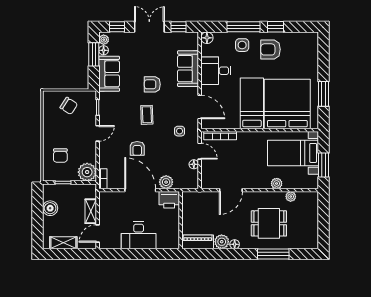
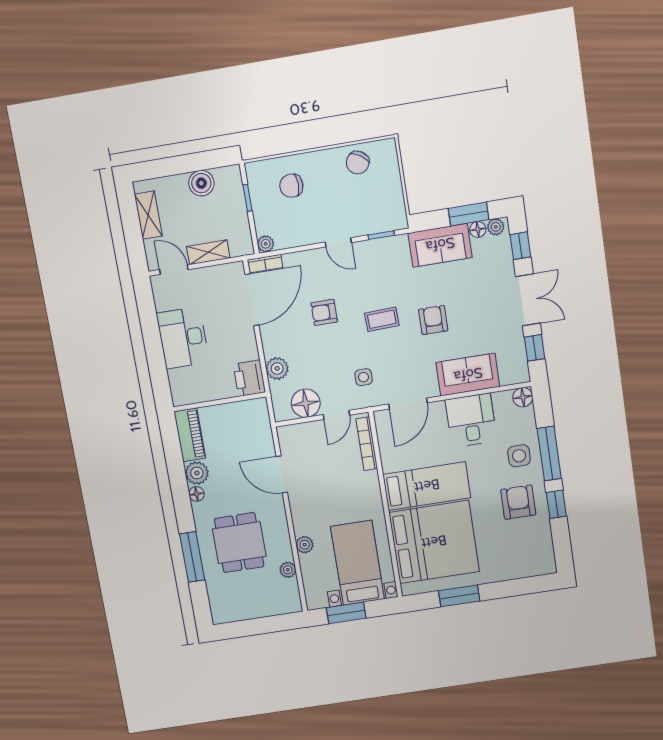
chair: (69, 106) -> (358, 163), moved
floor lamp: (194, 164) -> (306, 403), width x1.89, depth x1.89
plant: (87, 172) -> (266, 244), width x0.53, depth x0.53
door: (140, 190) -> (252, 300), moved

